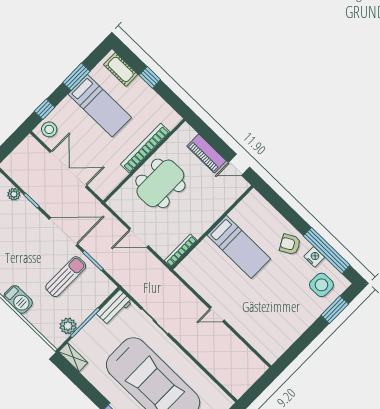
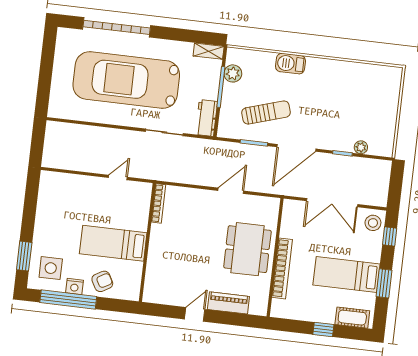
wall: (212, 227) -> (147, 242), moved
bed: (239, 247) -> (113, 243), moved
bookcase: (181, 251) -> (159, 203), moved
sun lounger: (66, 277) -> (266, 112), turned -107

